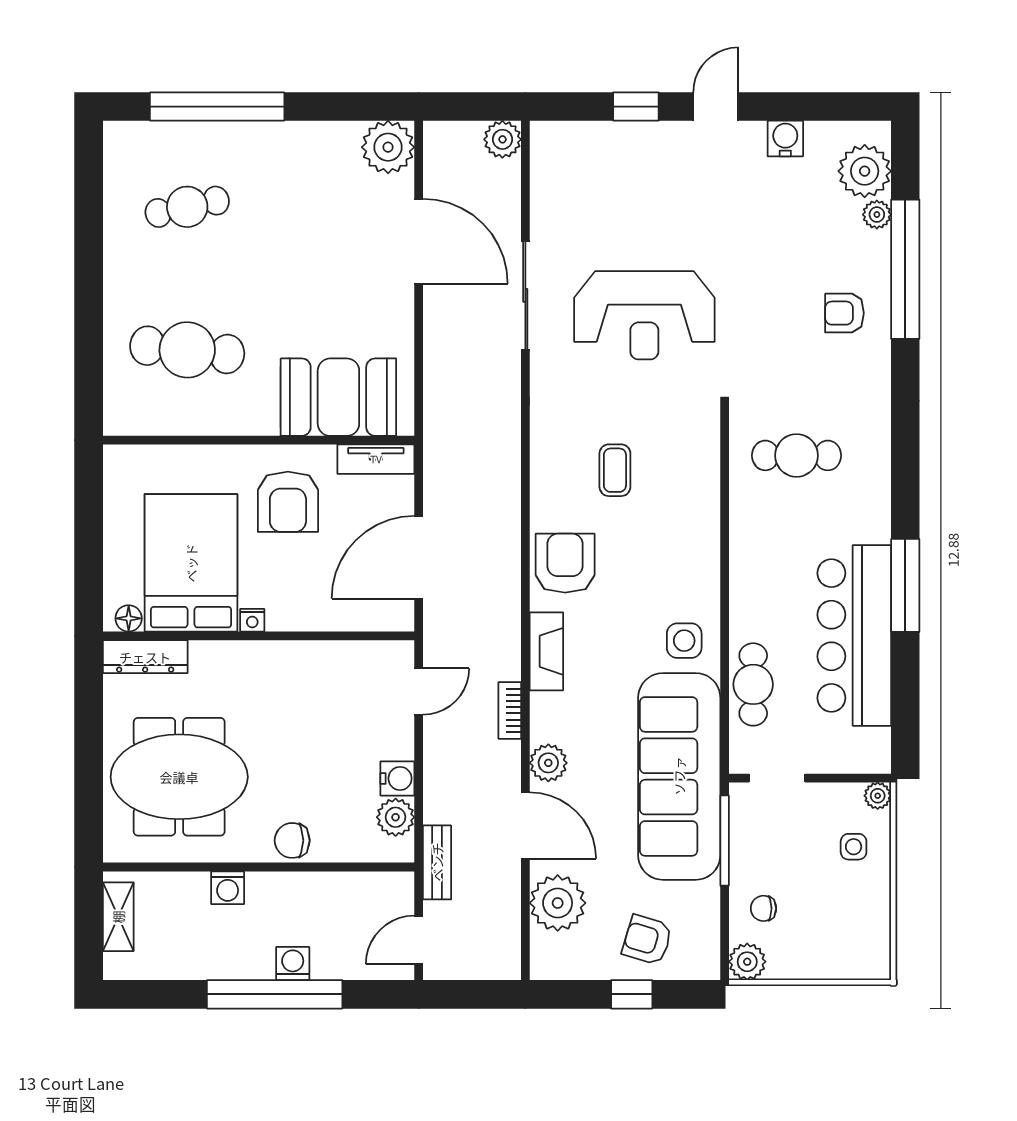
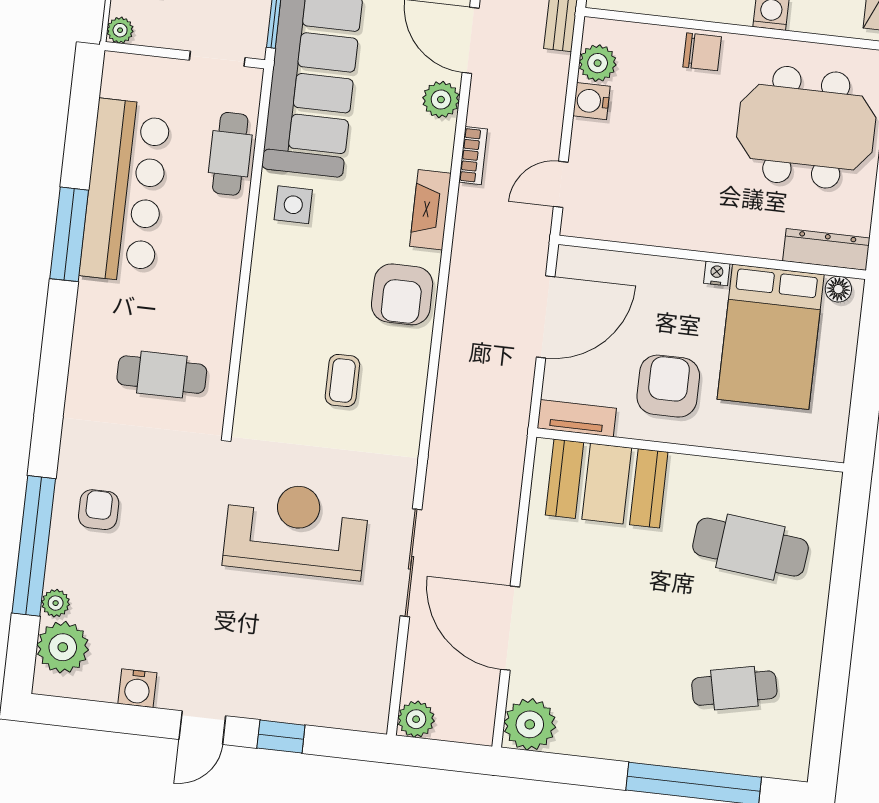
armchair: (844, 313) -> (99, 510), turned -90

